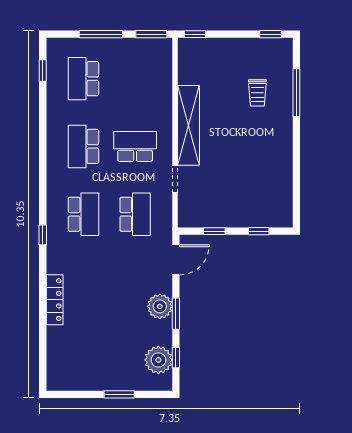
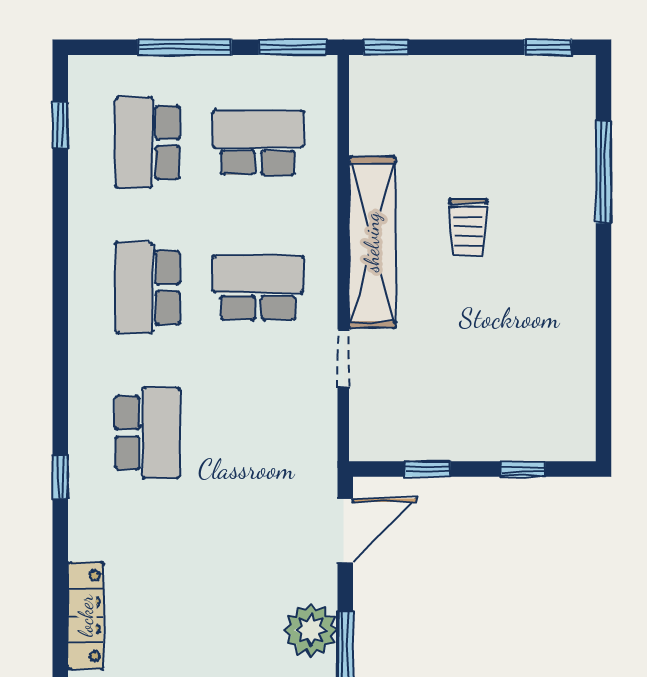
trolley: (257, 93) -> (468, 227), moved
school desk: (135, 214) -> (258, 142), moved, turned -90

